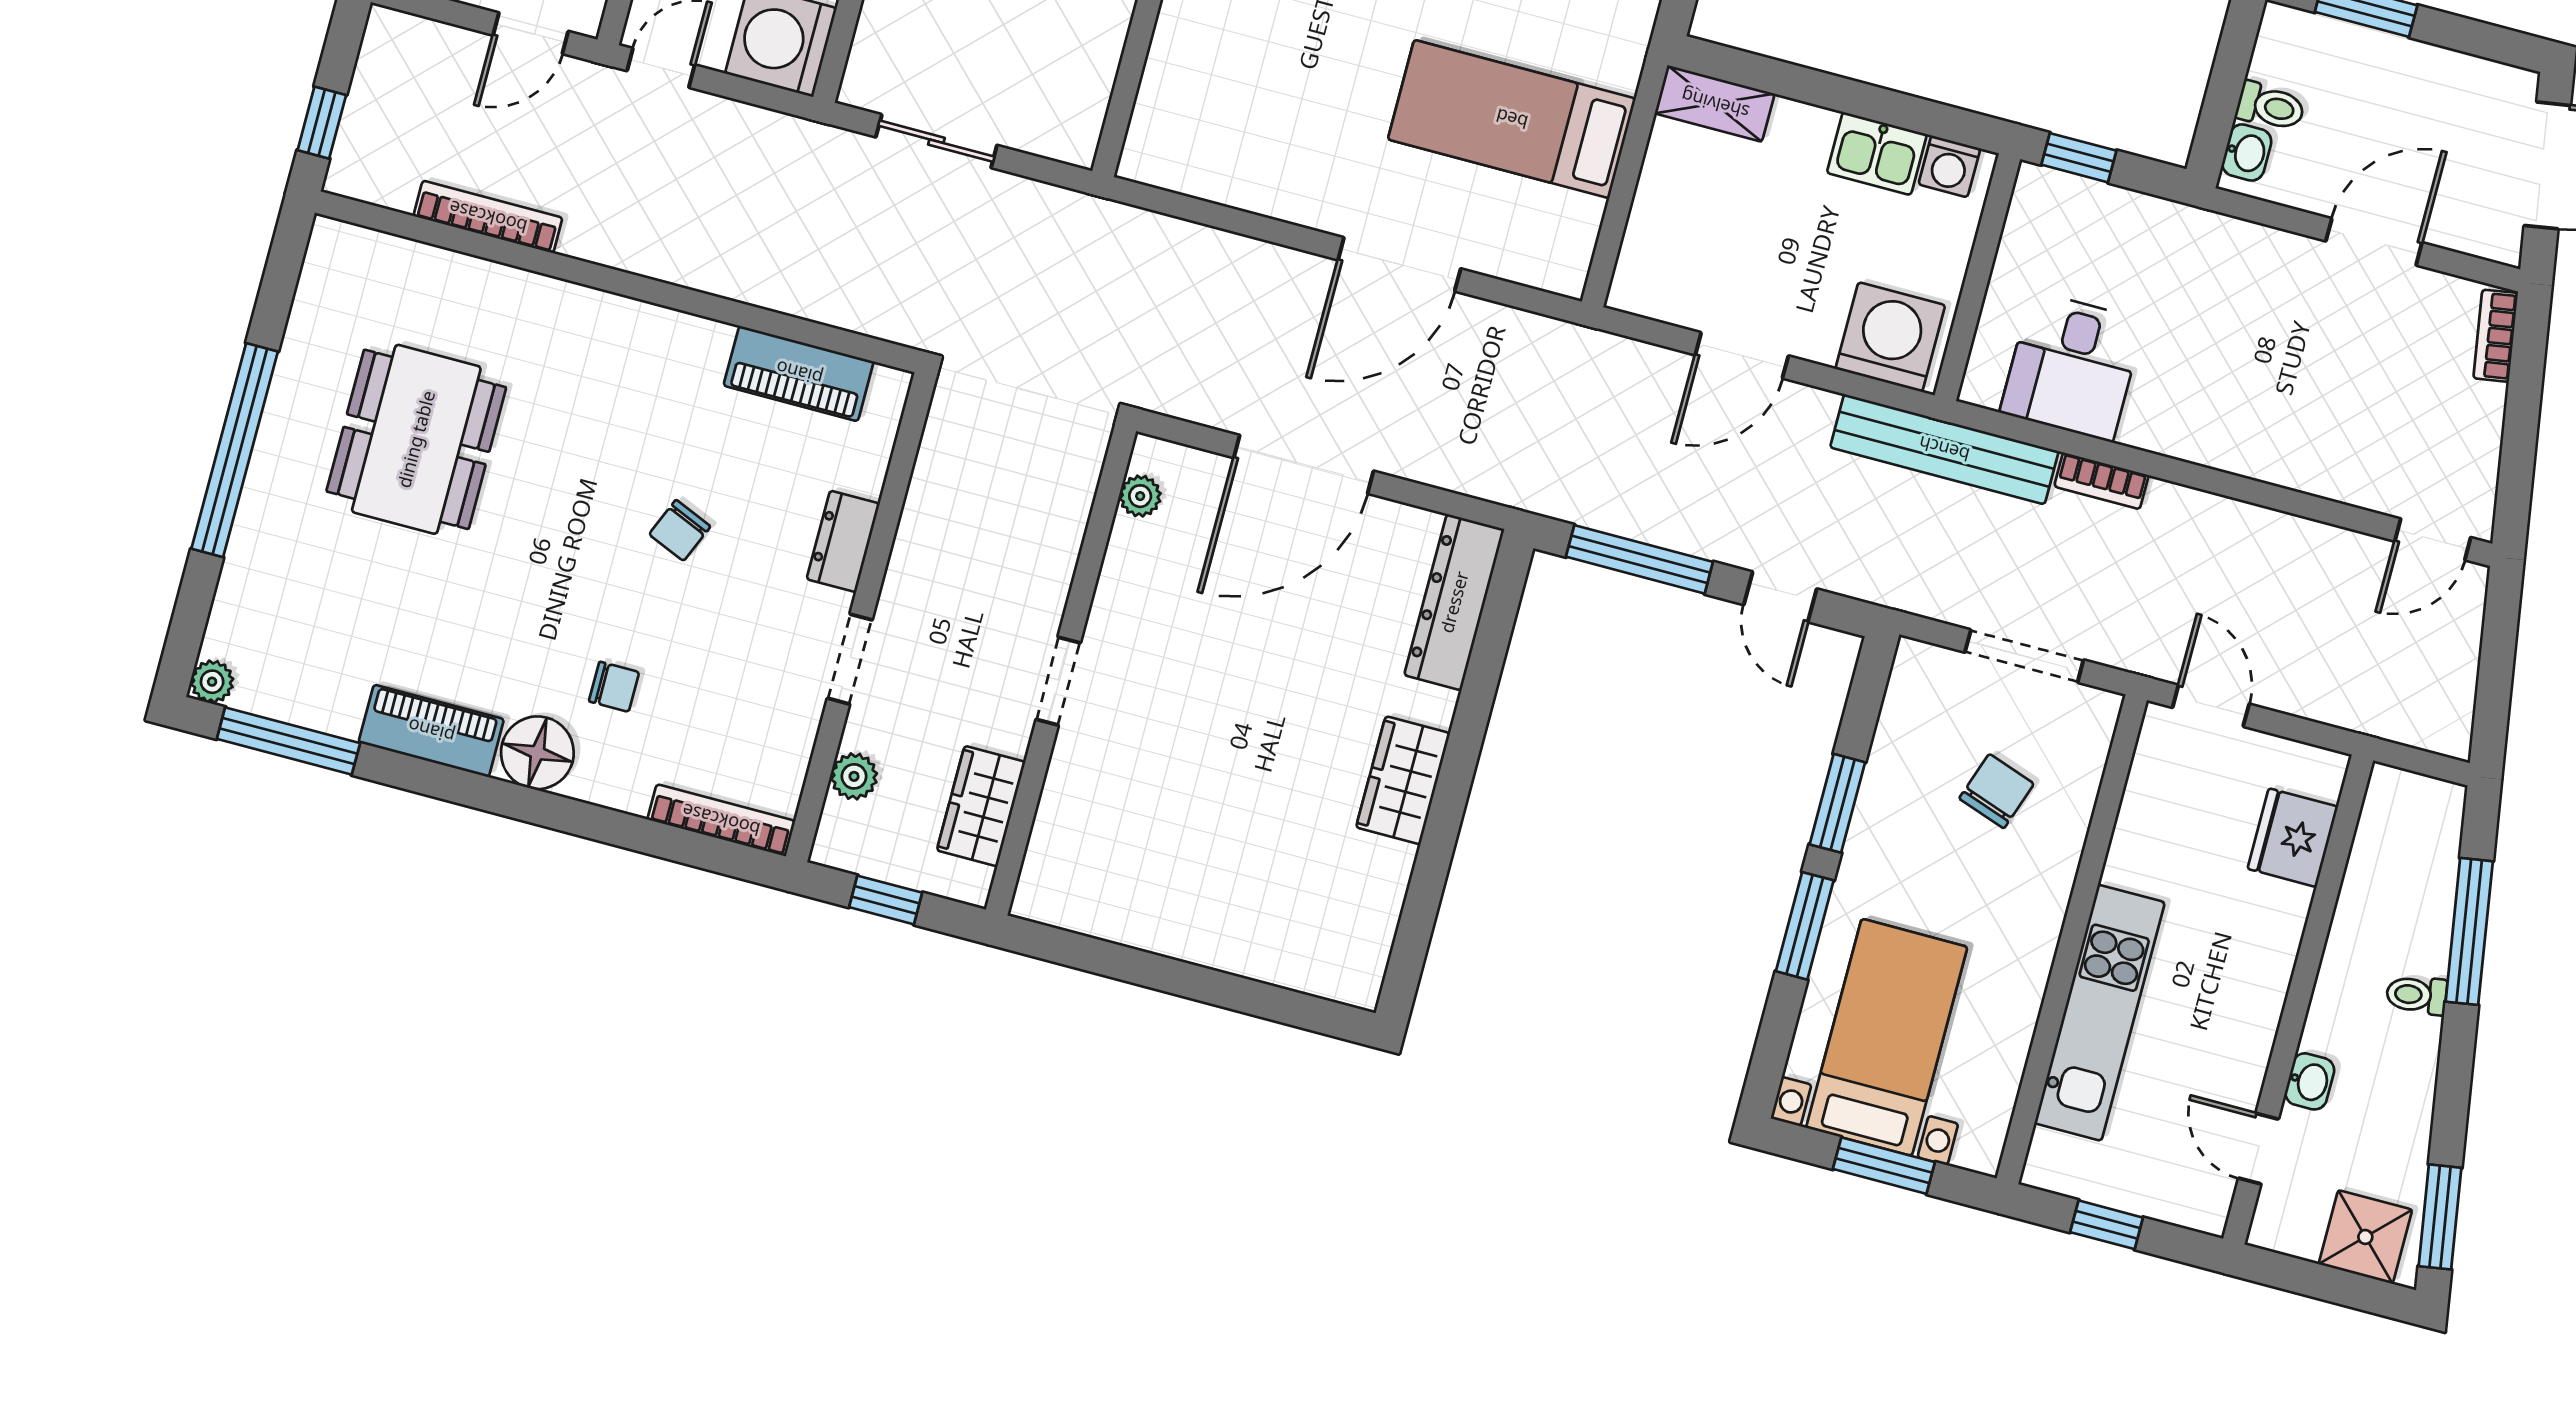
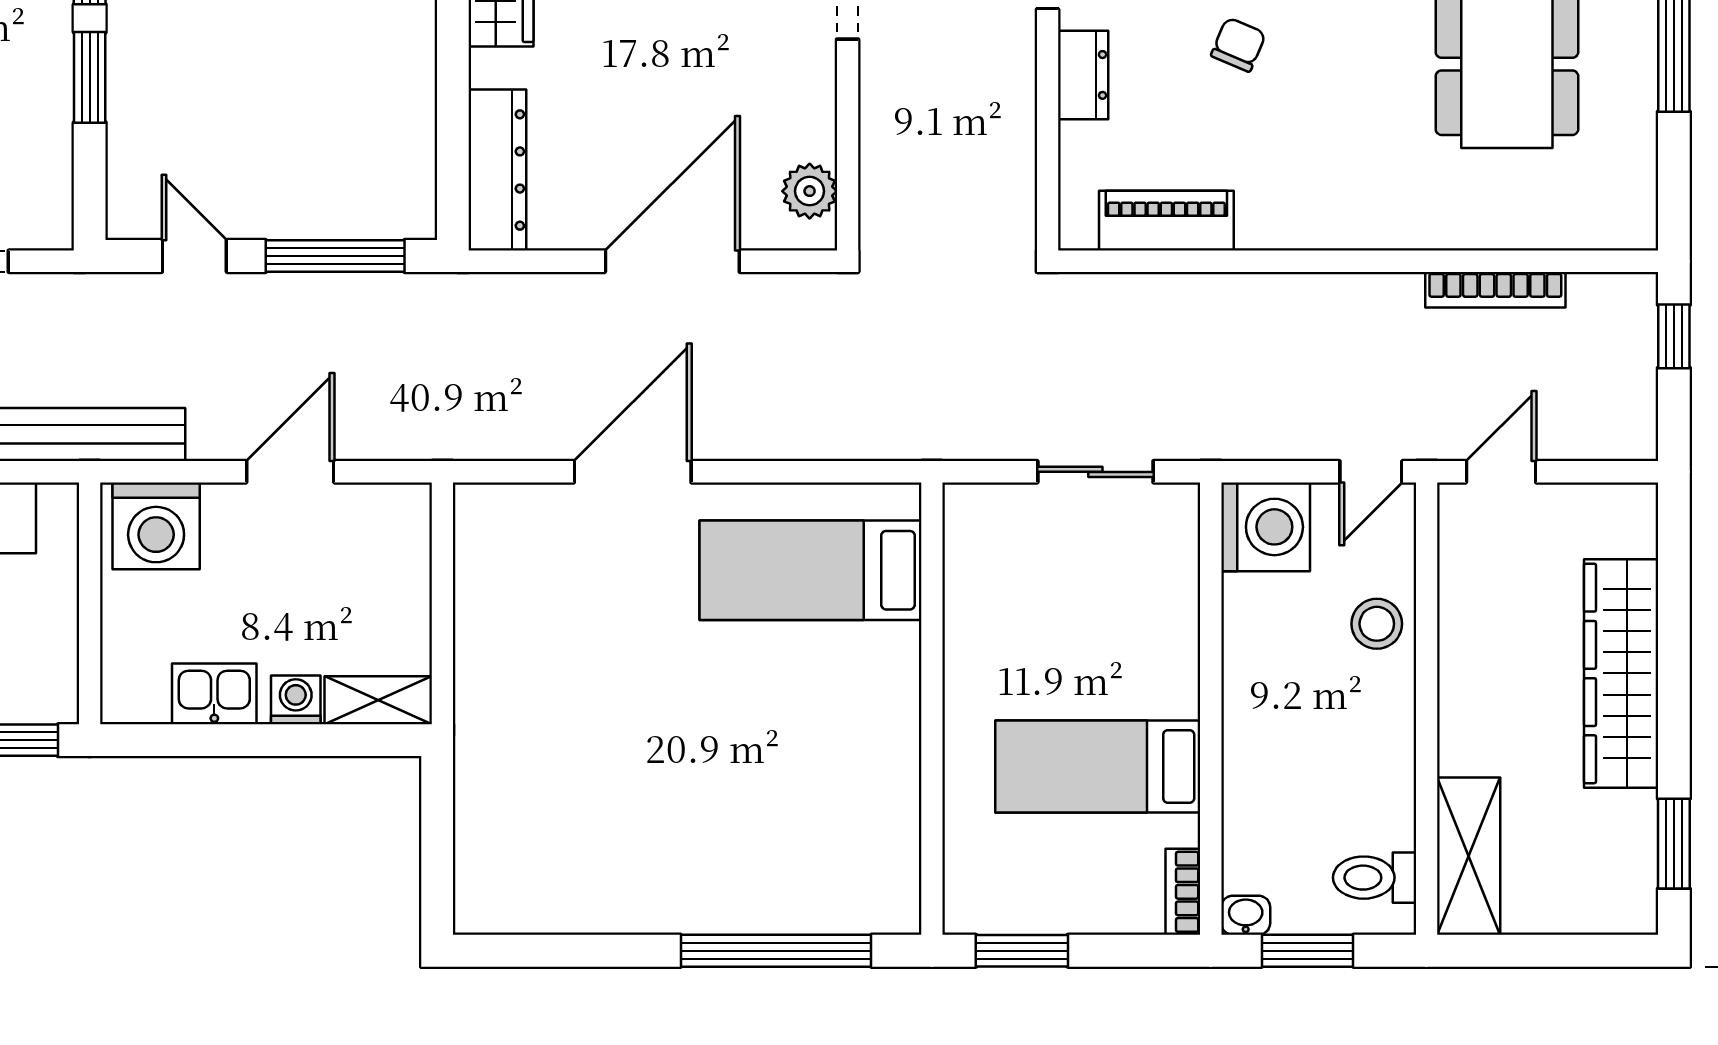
bed: (1512, 119) -> (810, 570), moved, turned 180
washing machine: (1949, 166) -> (296, 700), moved
plant: (1140, 496) -> (810, 191), width x1.38, depth x1.38

